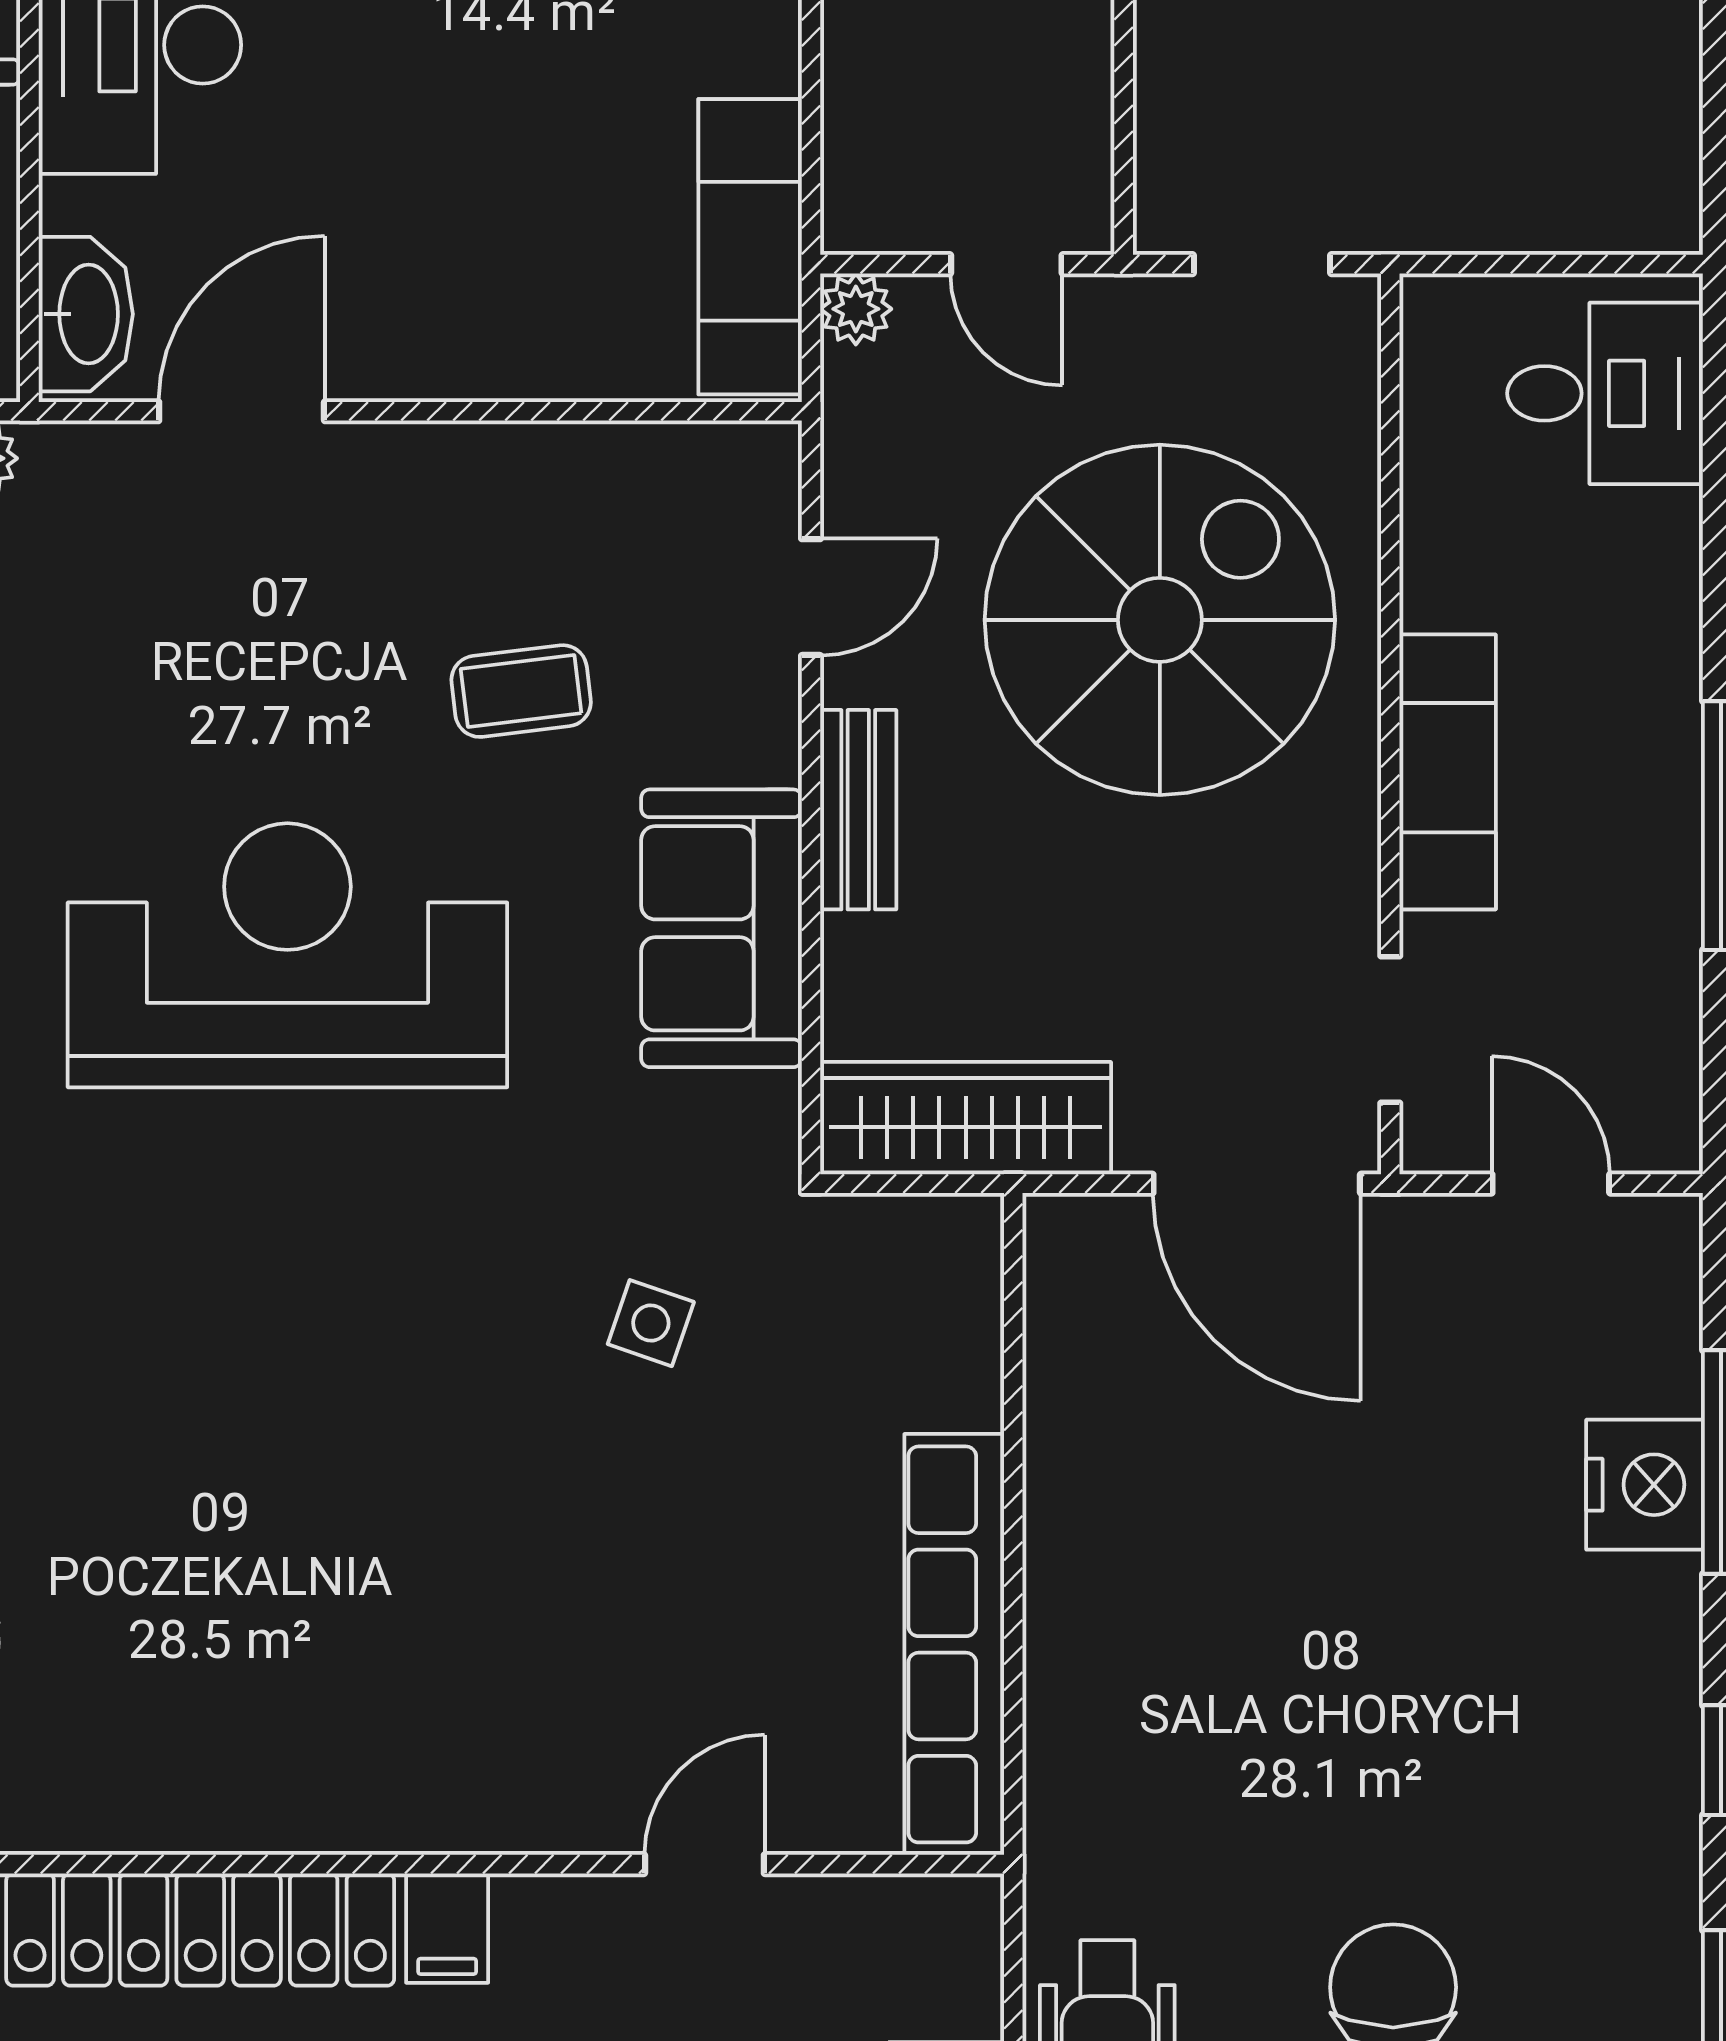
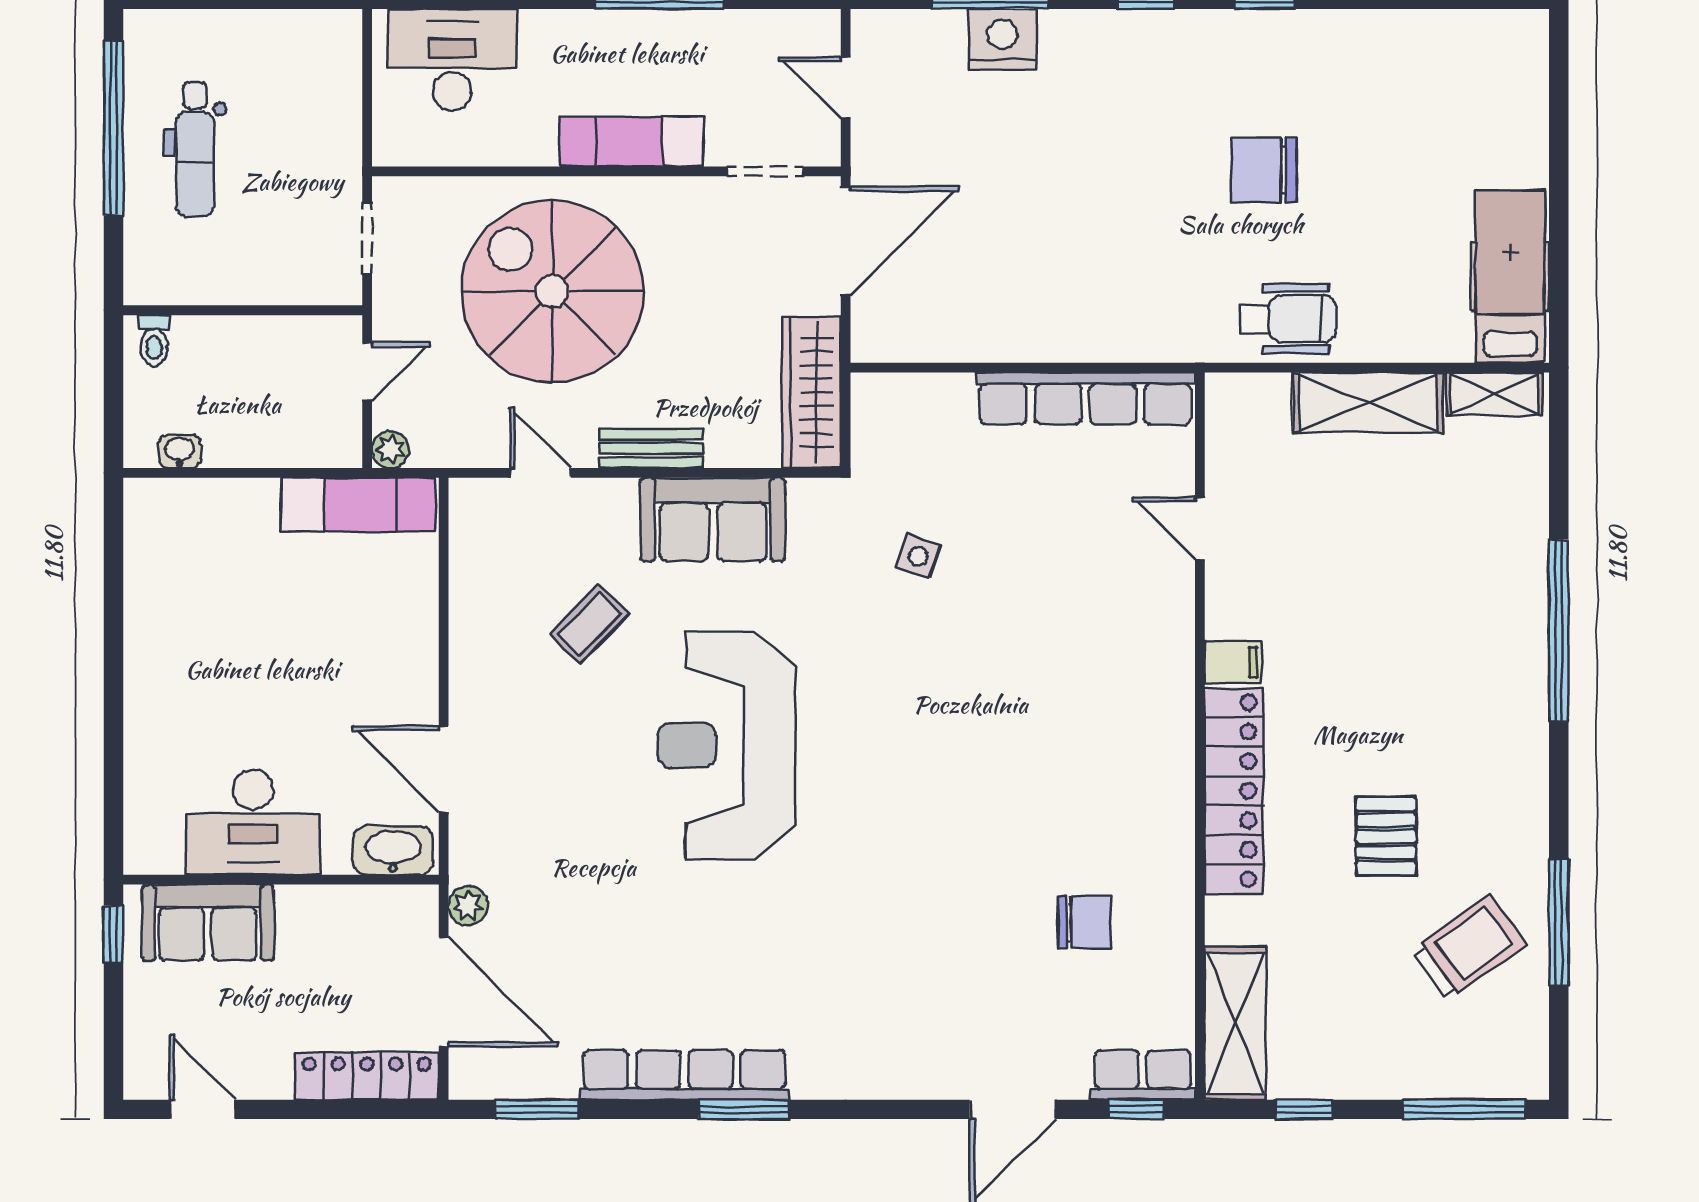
desk: (1605, 393) -> (452, 60), width x1.37
coffee table: (521, 691) -> (589, 624), turned 52
door: (1551, 1184) -> (846, 88), hinge flipped

